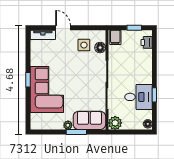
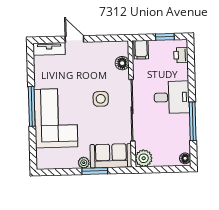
side table: (84, 45) -> (101, 99), moved
window: (28, 80) -> (32, 106), width x2.17
window: (154, 95) -> (193, 121), width x2.17
desk: (138, 97) -> (172, 97), moved

